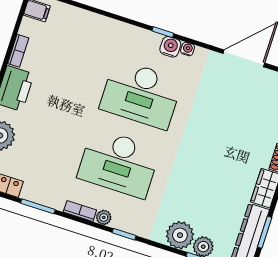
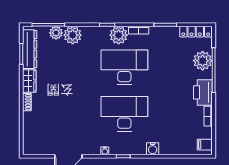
water cooler: (170, 47) -> (153, 149), moved
plant: (104, 217) -> (119, 35), width x1.87, depth x1.87

